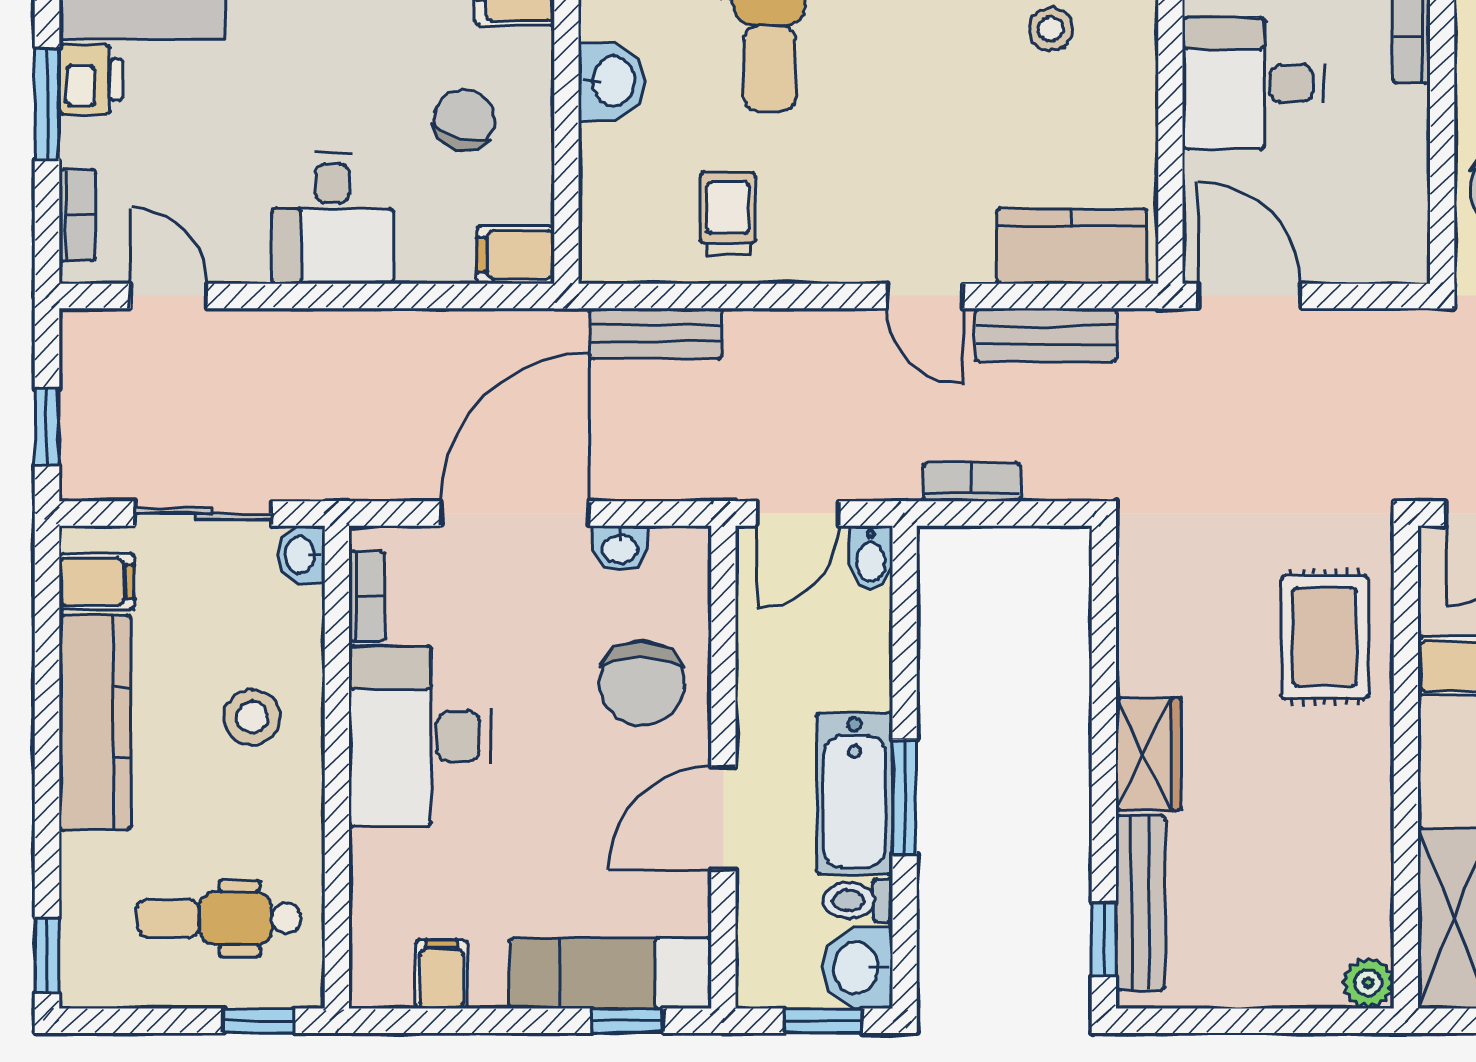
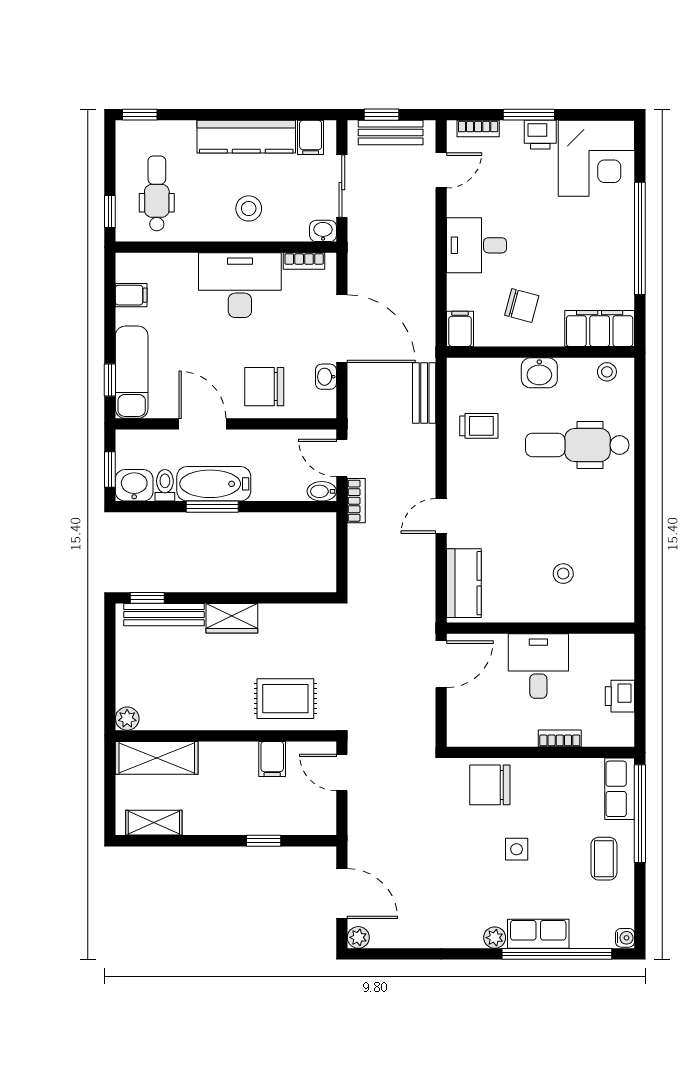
bench: (1046, 335) -> (391, 133), moved, turned 90
bookcase: (972, 482) -> (356, 501), moved

